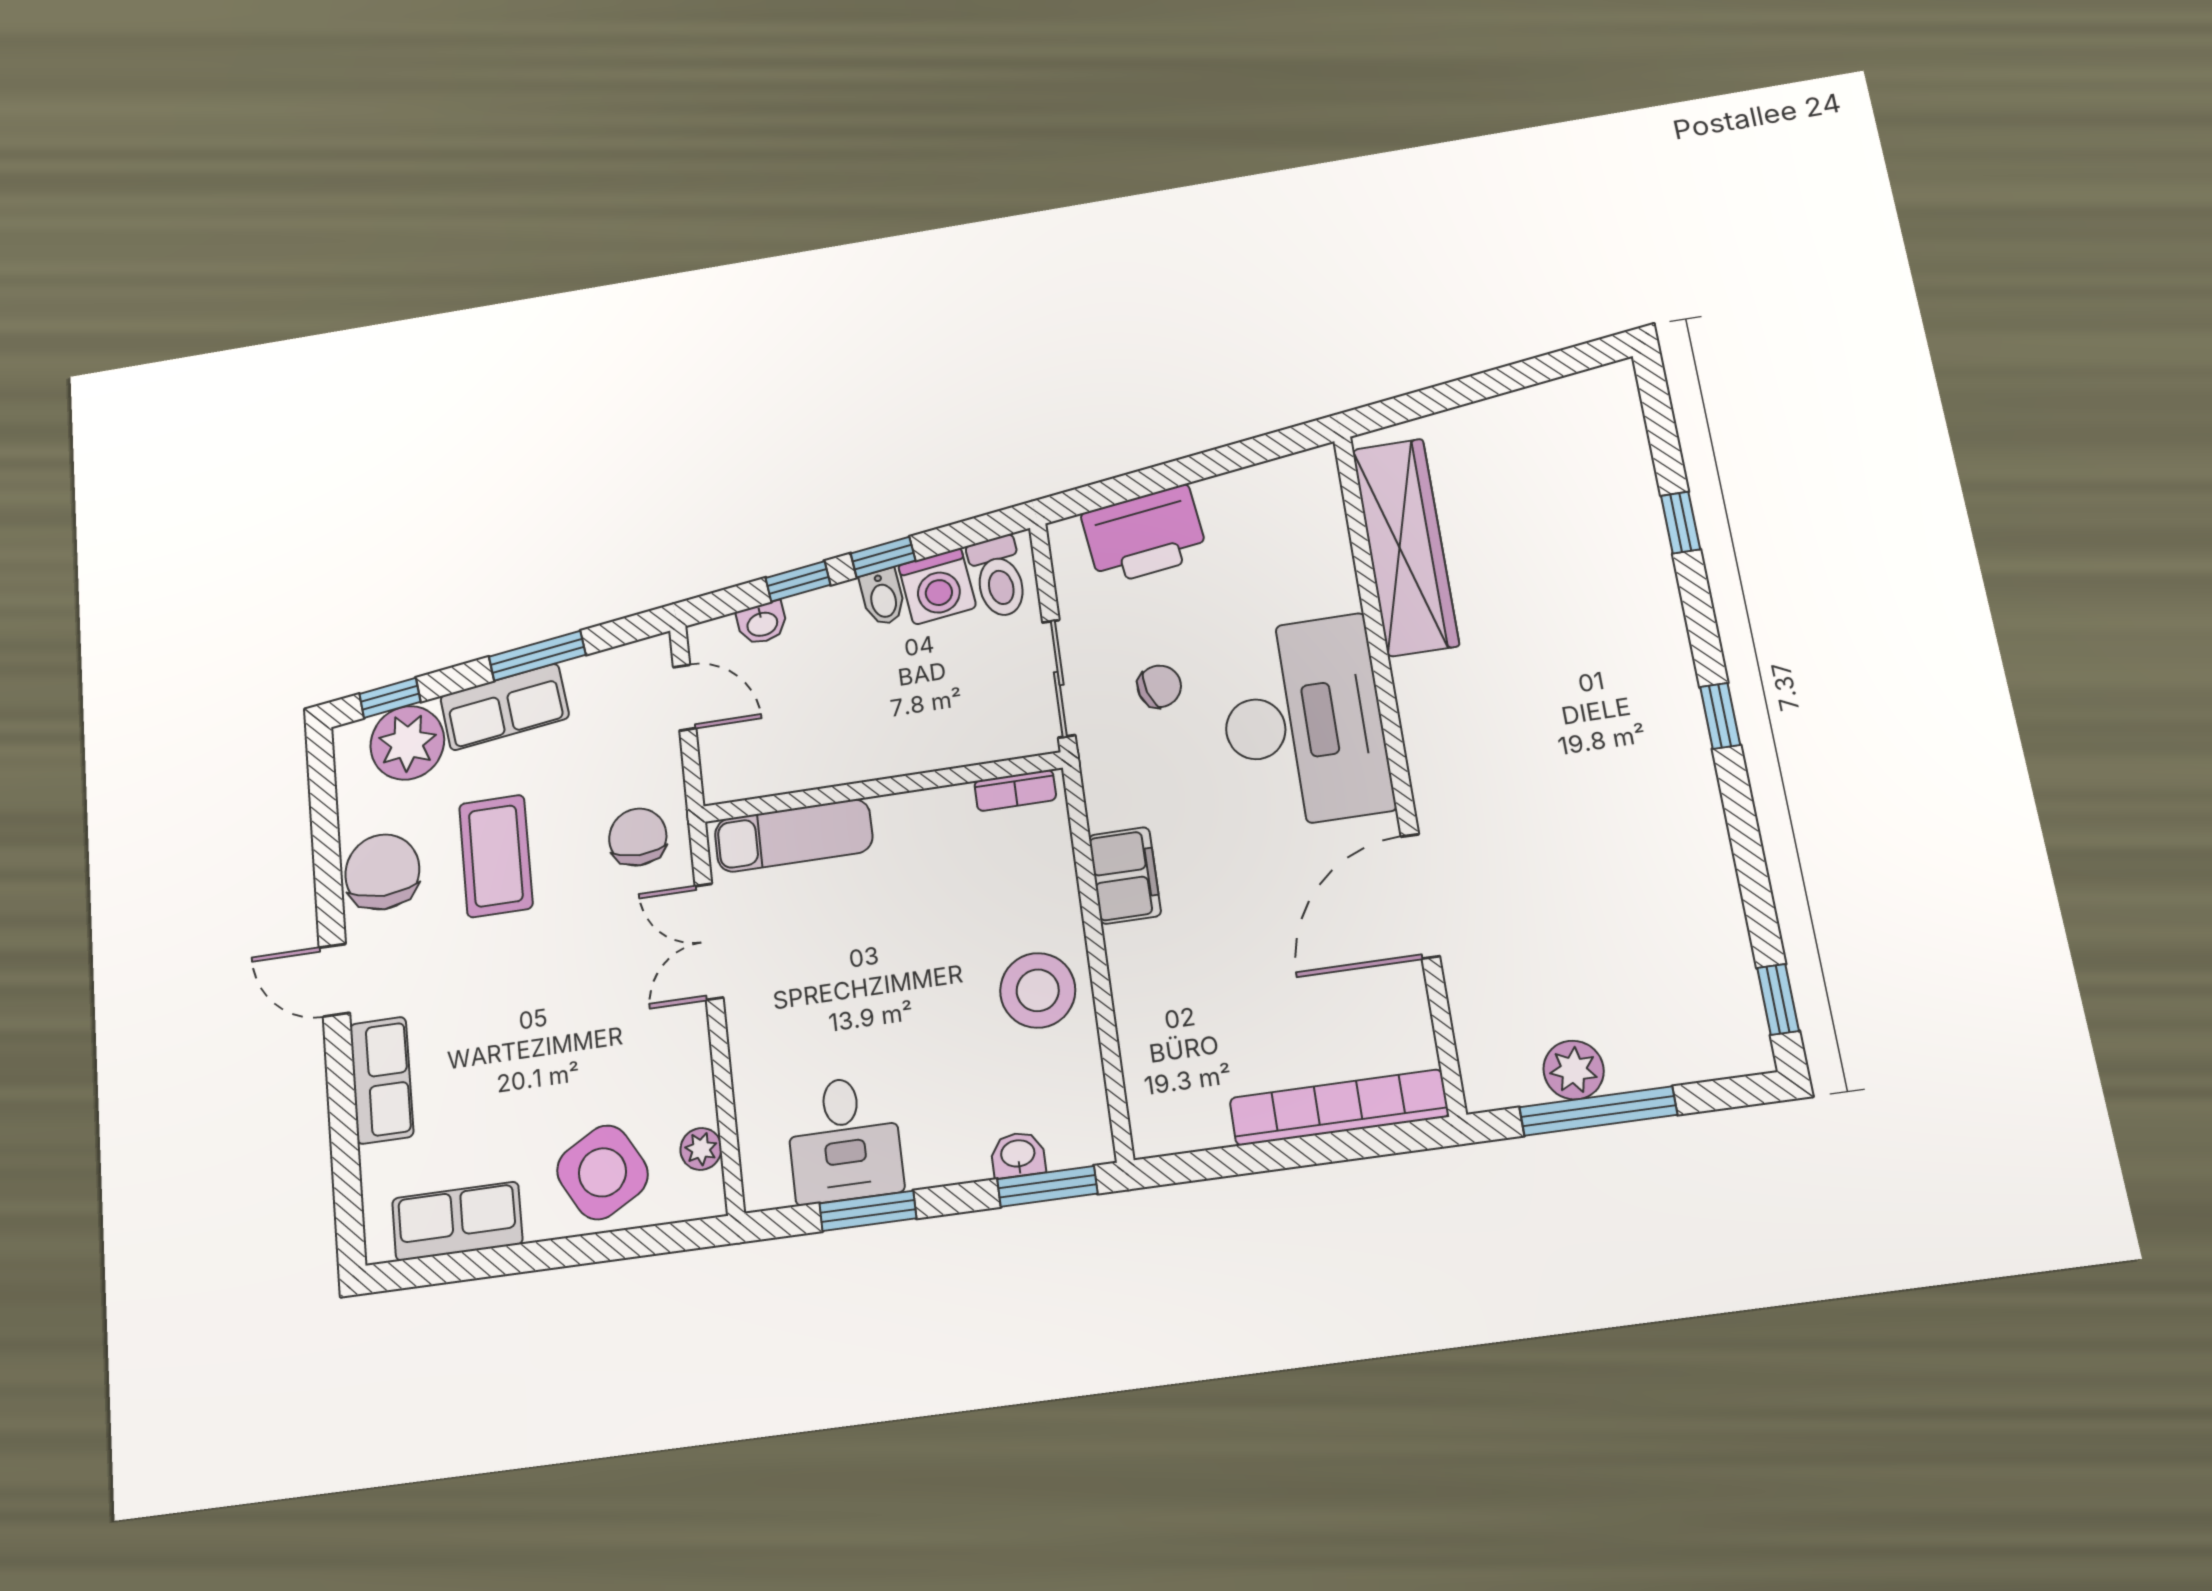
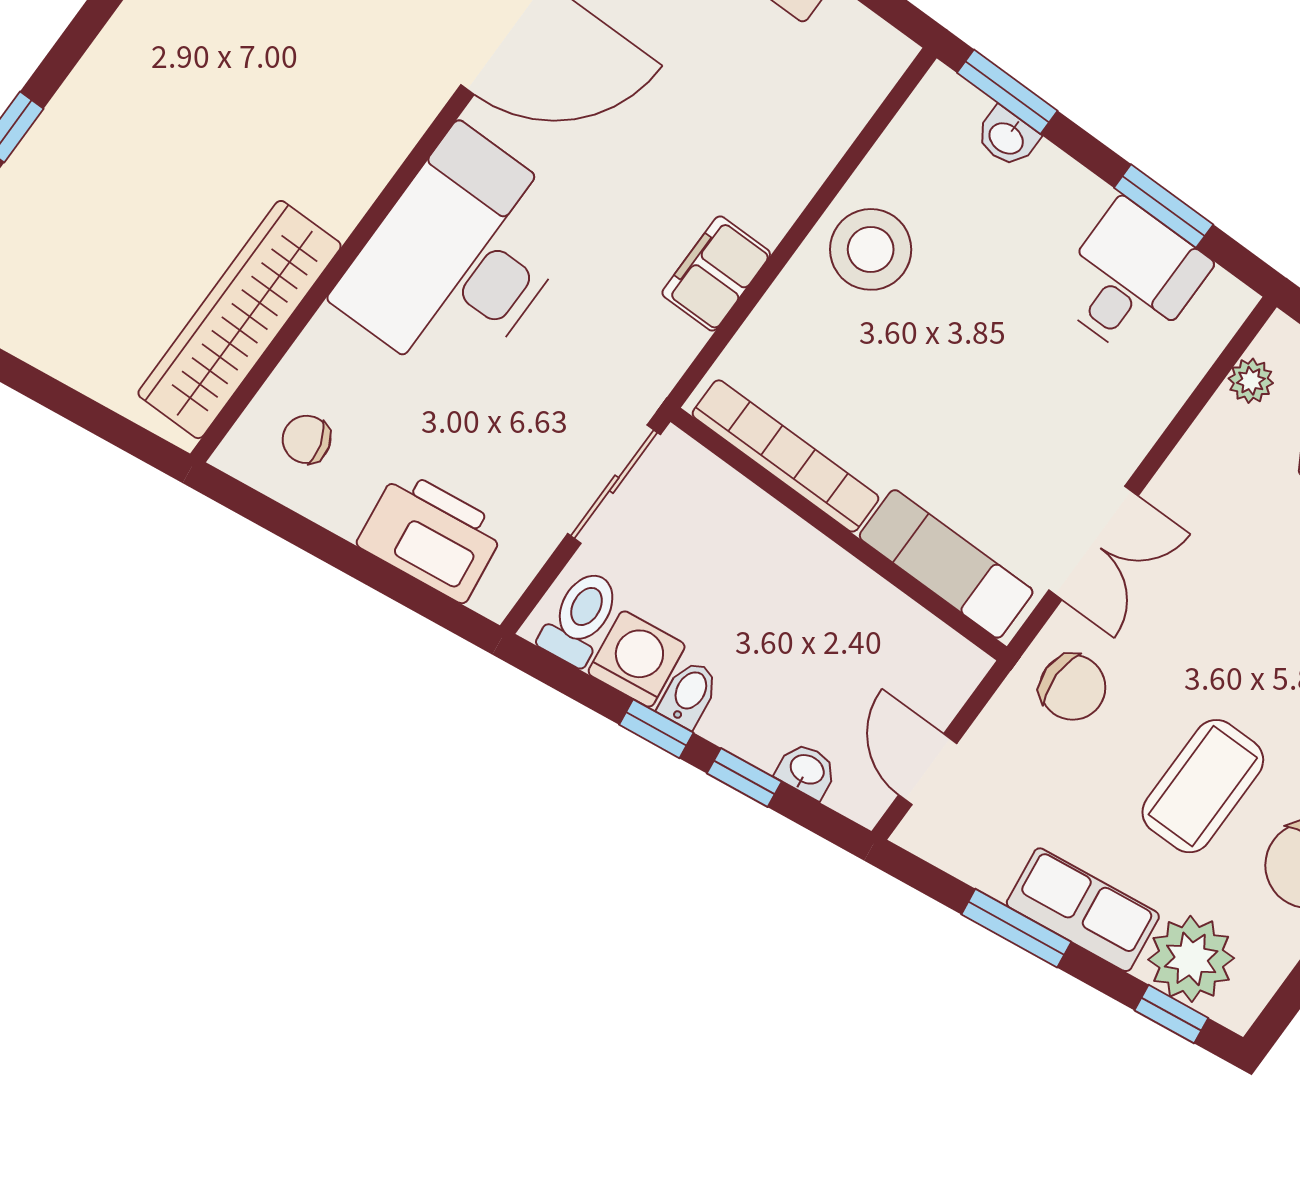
chair: (1159, 686) -> (307, 439), moved
bookcase: (1015, 790) -> (786, 456), width x2.31, depth x1.31
chair: (638, 837) -> (1073, 687), turned -90

